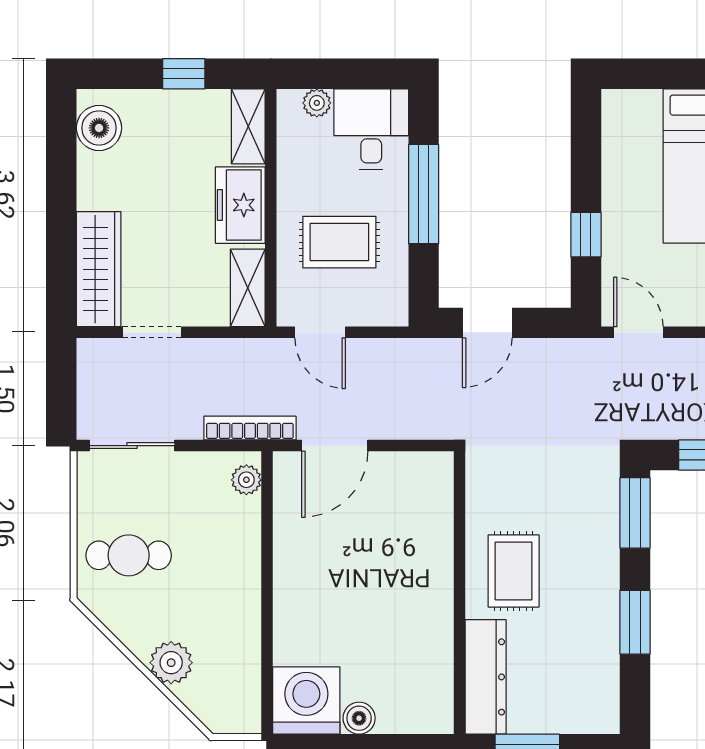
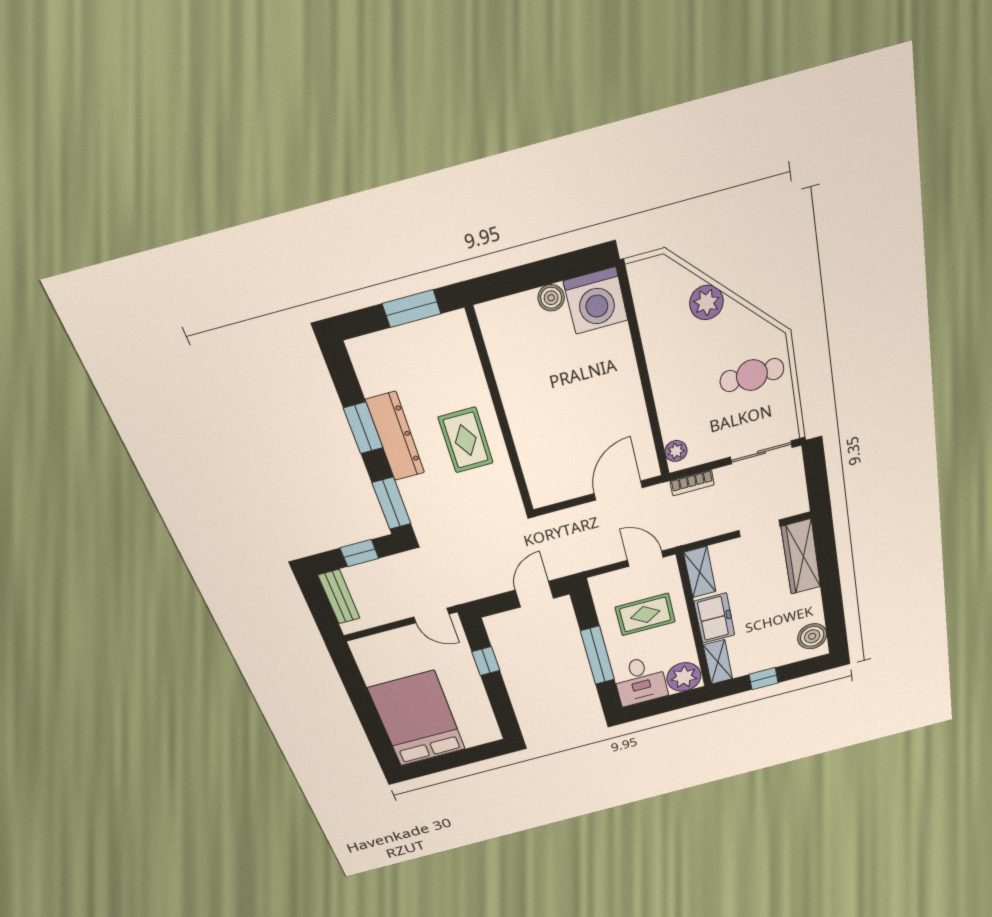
plant: (317, 103) -> (684, 677), width x1.88, depth x1.88
bookcase: (250, 428) -> (692, 483), width x0.64
dresser: (486, 677) -> (395, 437), moved, turned 180

